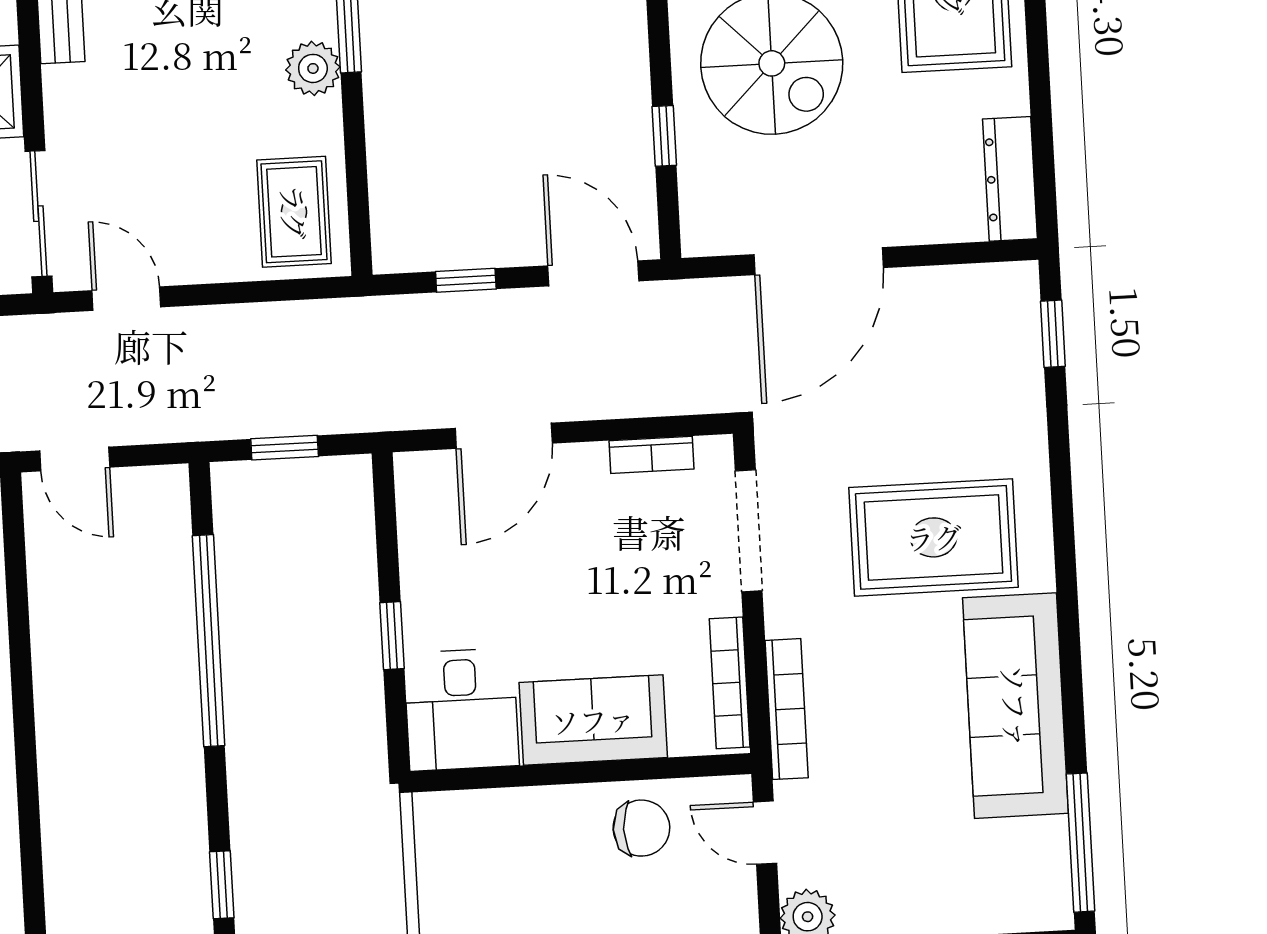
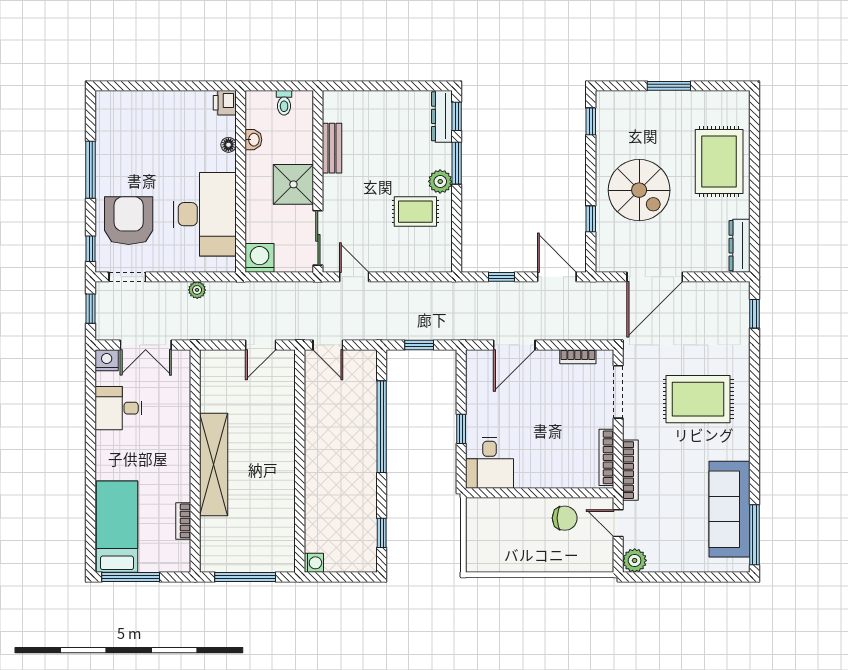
rug: (294, 212) -> (415, 212), moved, turned 90
sofa: (1015, 706) -> (730, 509), moved
sofa: (593, 720) -> (546, 470), removed

